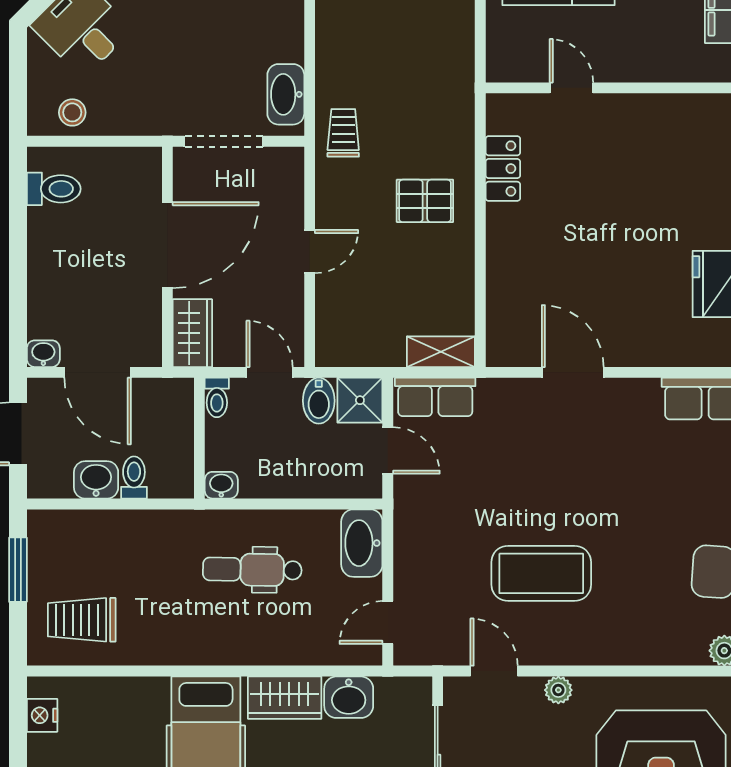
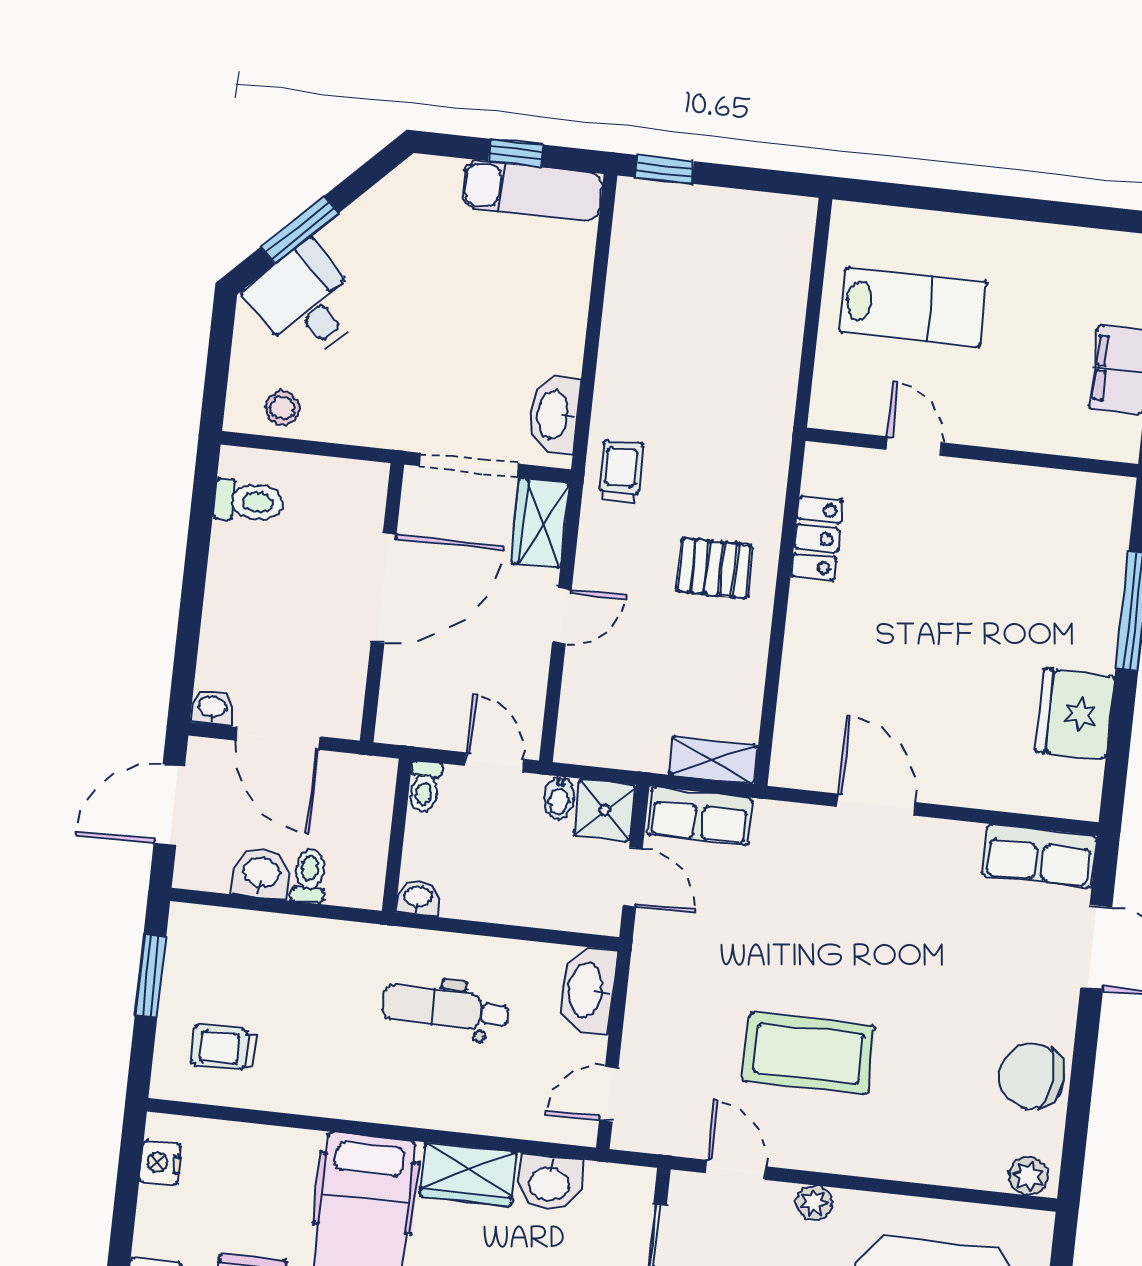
wardrobe: (192, 333) -> (540, 523), moved, turned 180
bidet: (319, 401) -> (559, 798), width x0.72, depth x0.74
trolley: (82, 620) -> (224, 1048), width x0.73, depth x0.72

